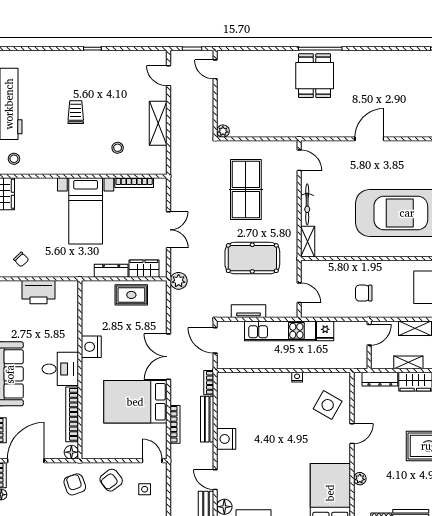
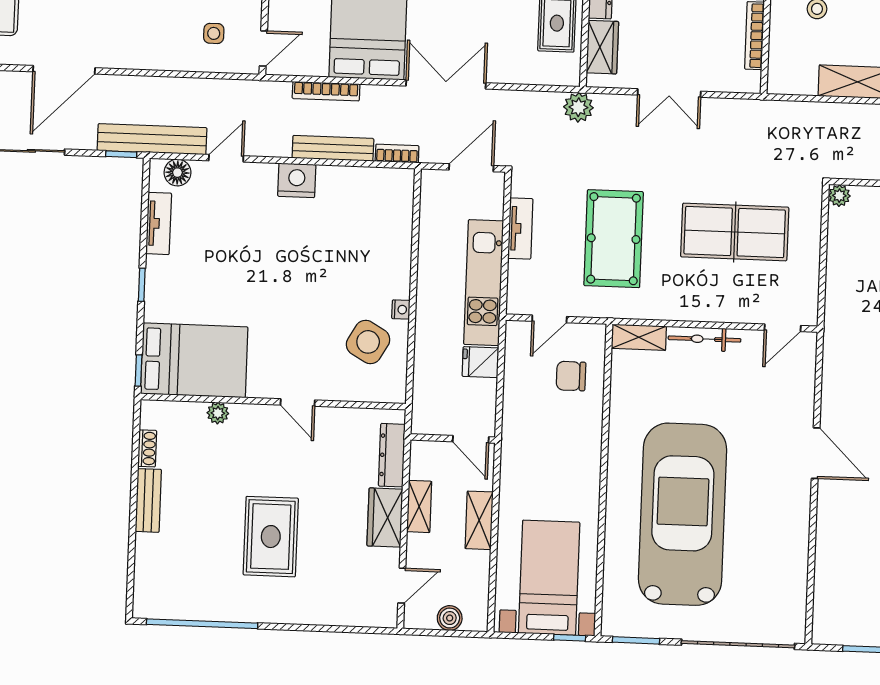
chair: (364, 293) -> (571, 376), moved, turned -90
side table: (328, 405) -> (368, 342), moved

